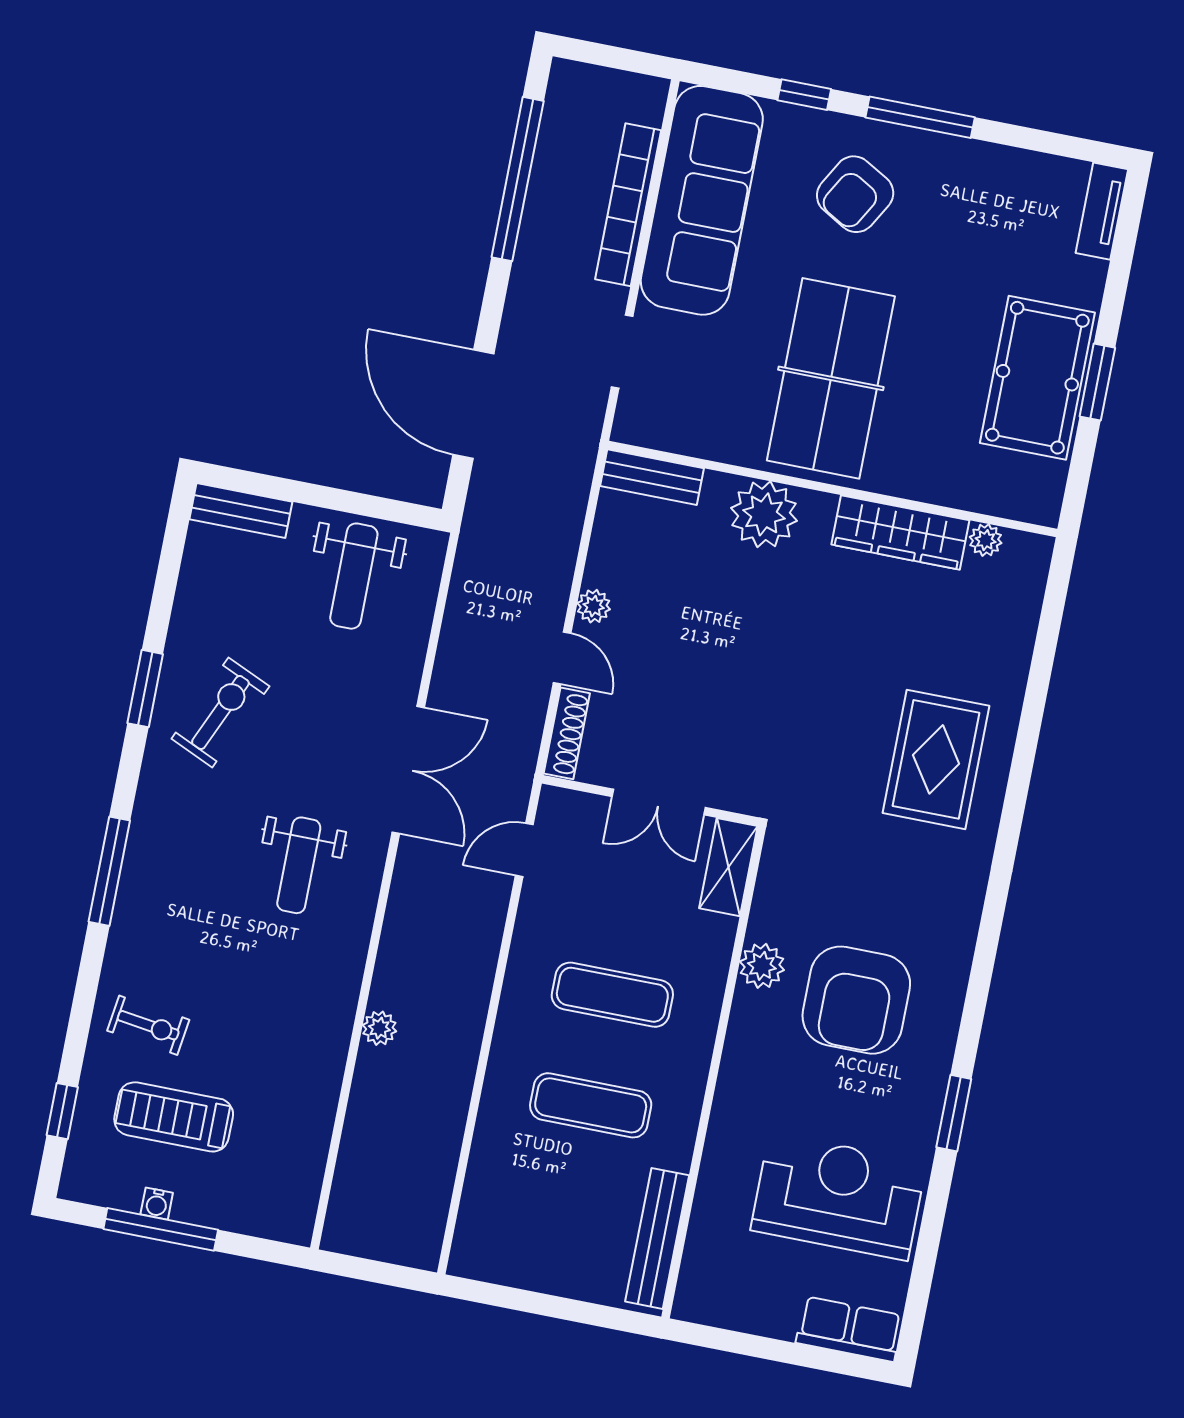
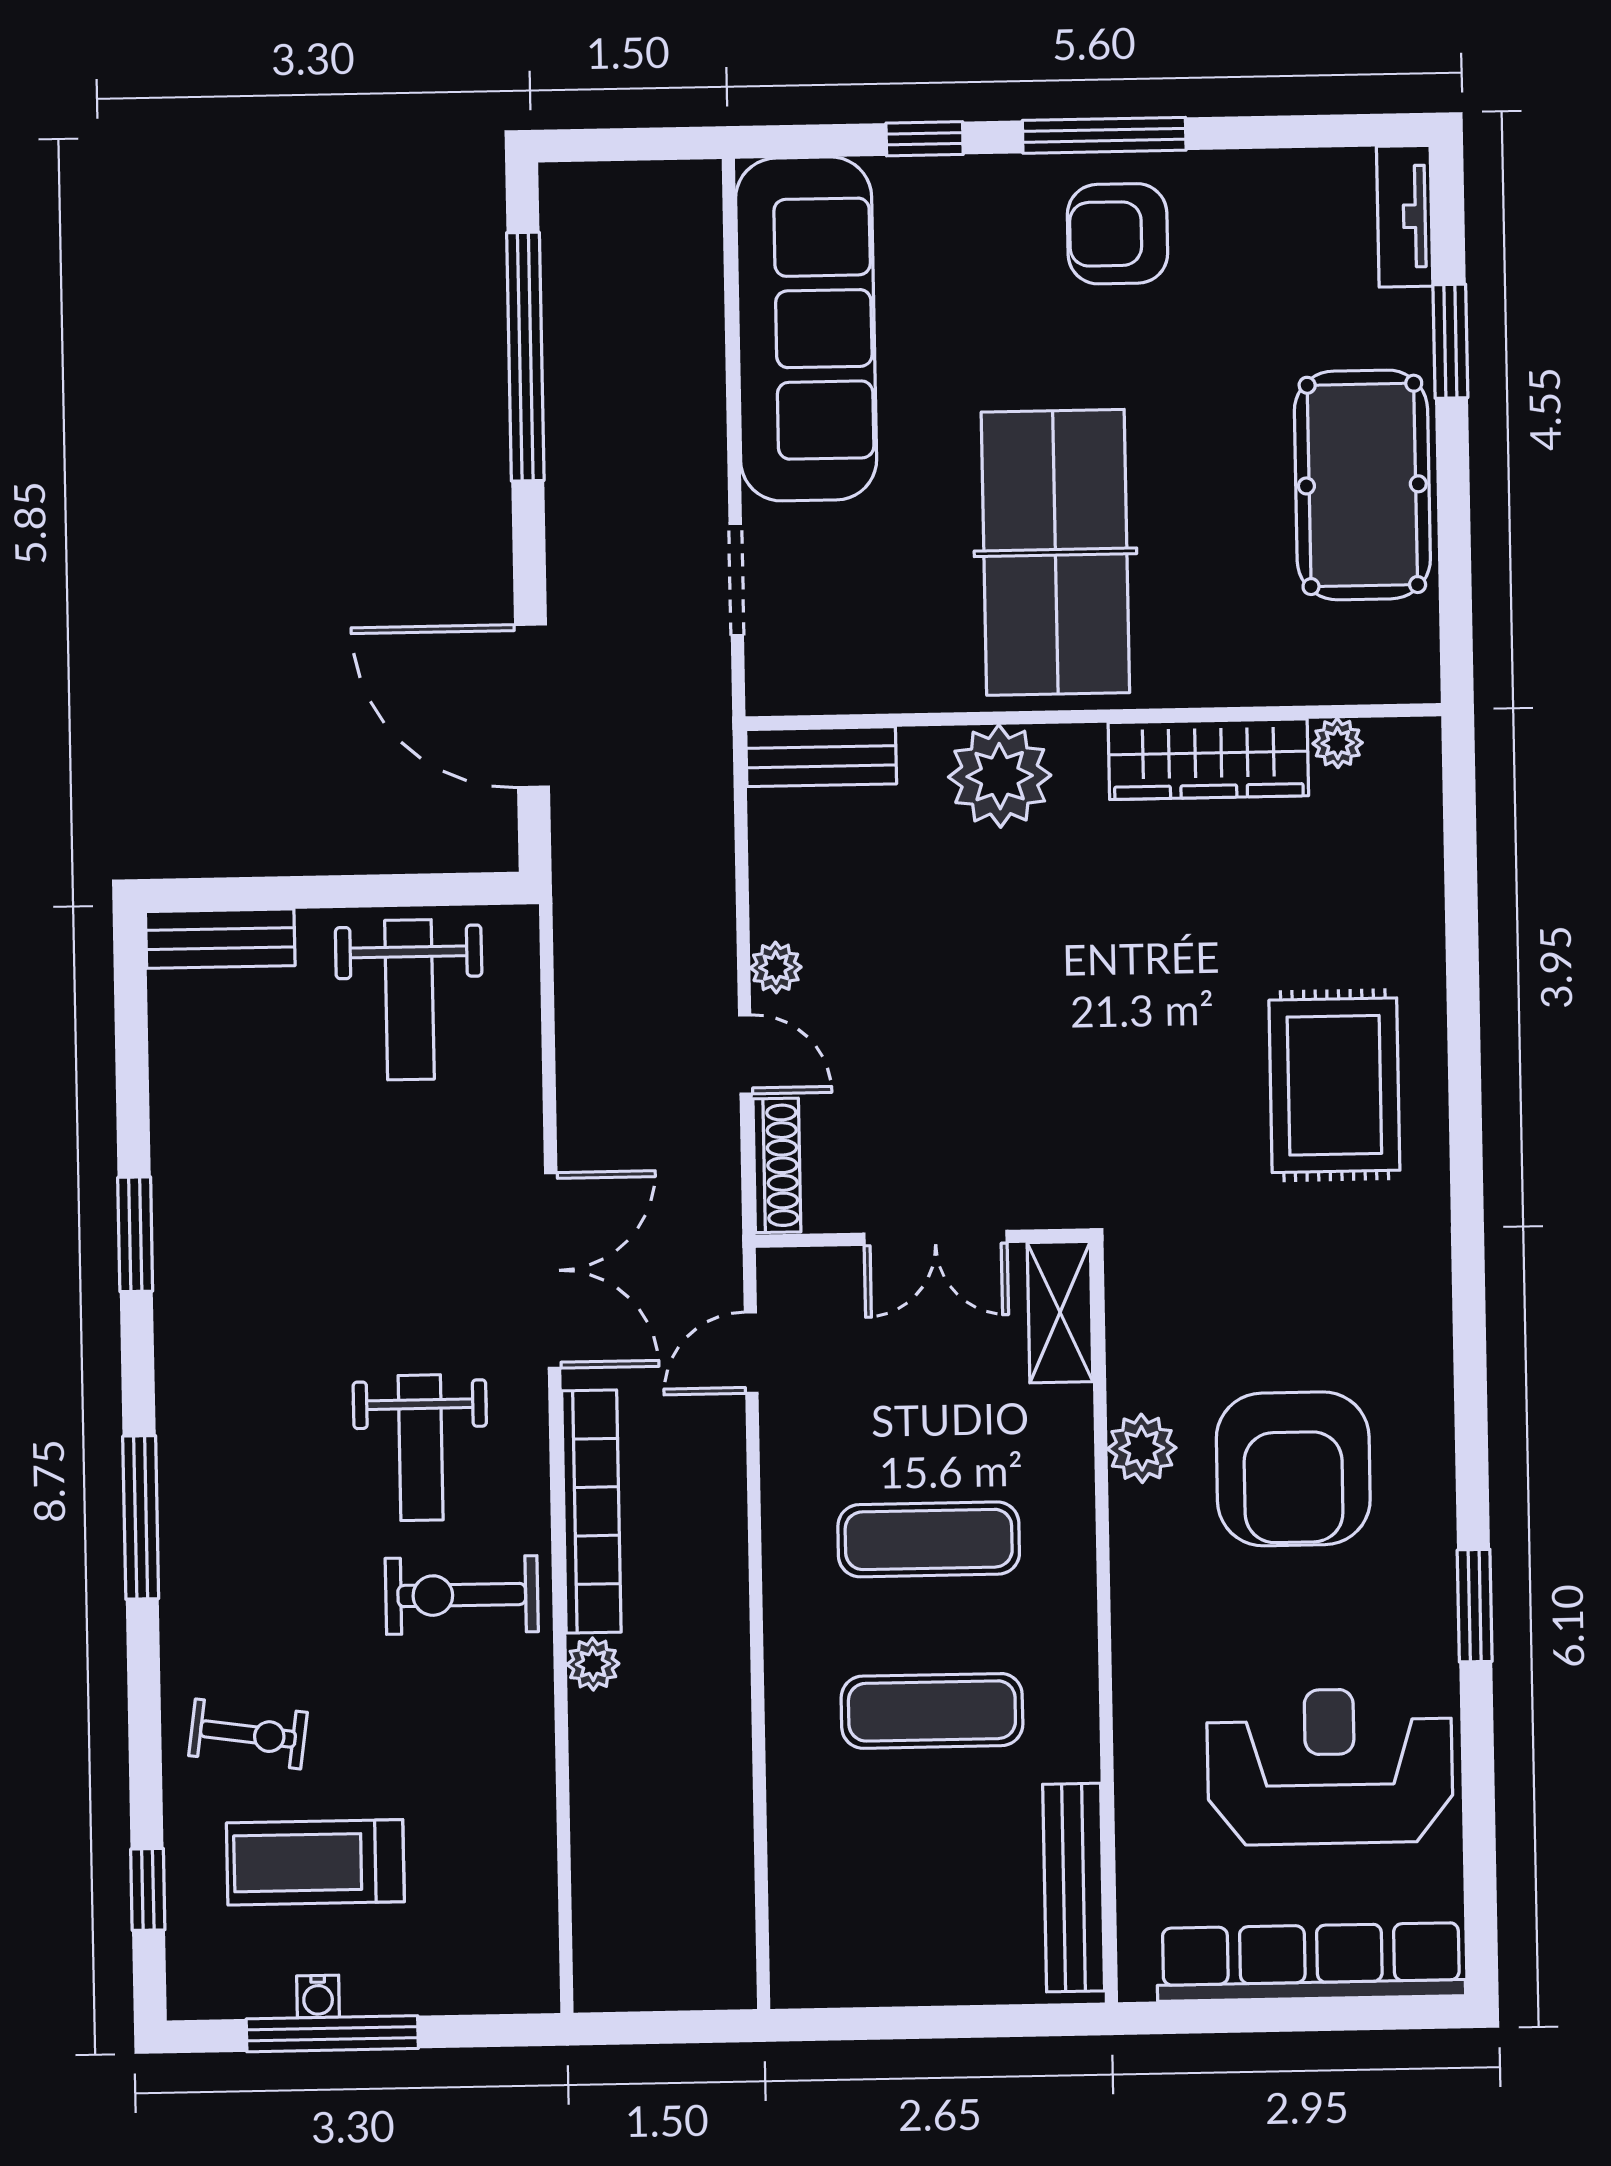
armchair: (855, 194) -> (1118, 234), moved, turned 60
bookcase: (628, 205) -> (591, 1511), moved, turned 180
window: (1097, 382) -> (1450, 341), moved
exercise bike: (220, 713) -> (462, 1595), moved, turned -114
row of seats: (849, 1329) -> (1311, 1962), width x2.02

